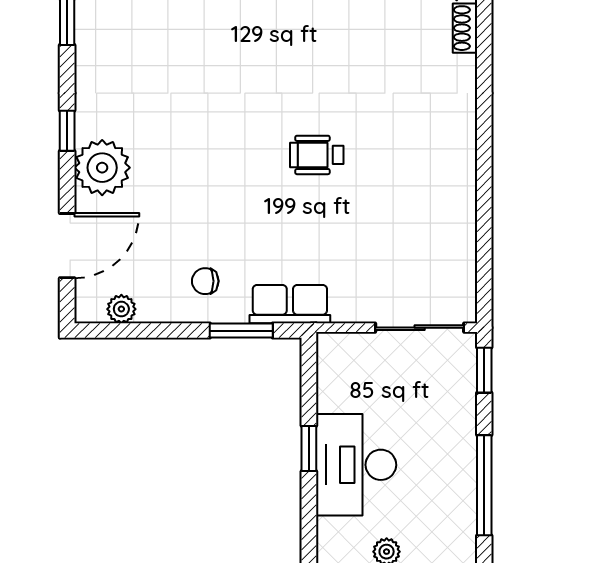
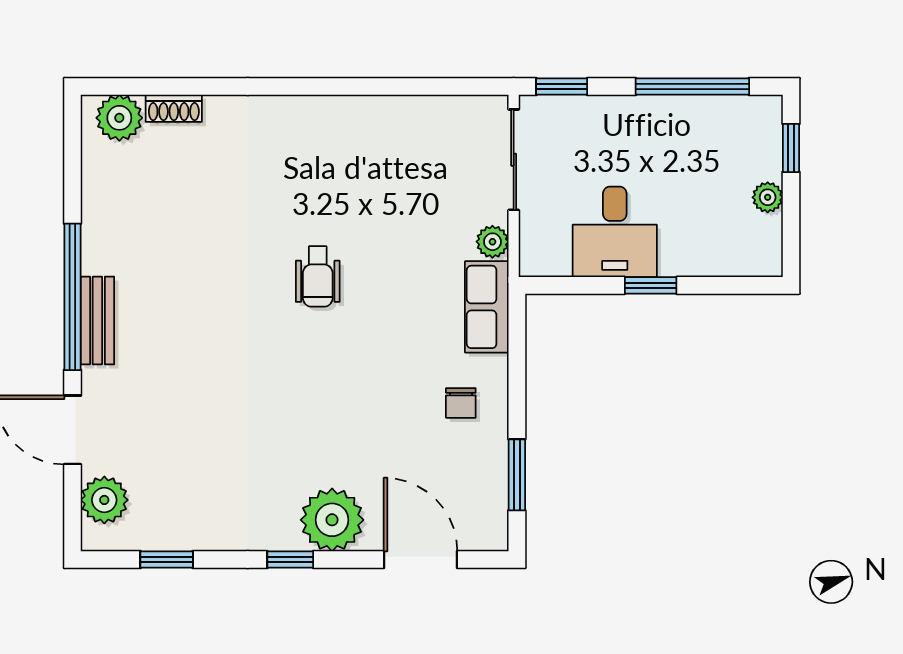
plant: (121, 309) -> (492, 242), moved
window: (241, 331) -> (517, 475), moved
desk: (356, 465) -> (615, 232), moved, width x0.73

